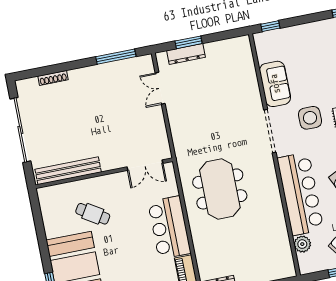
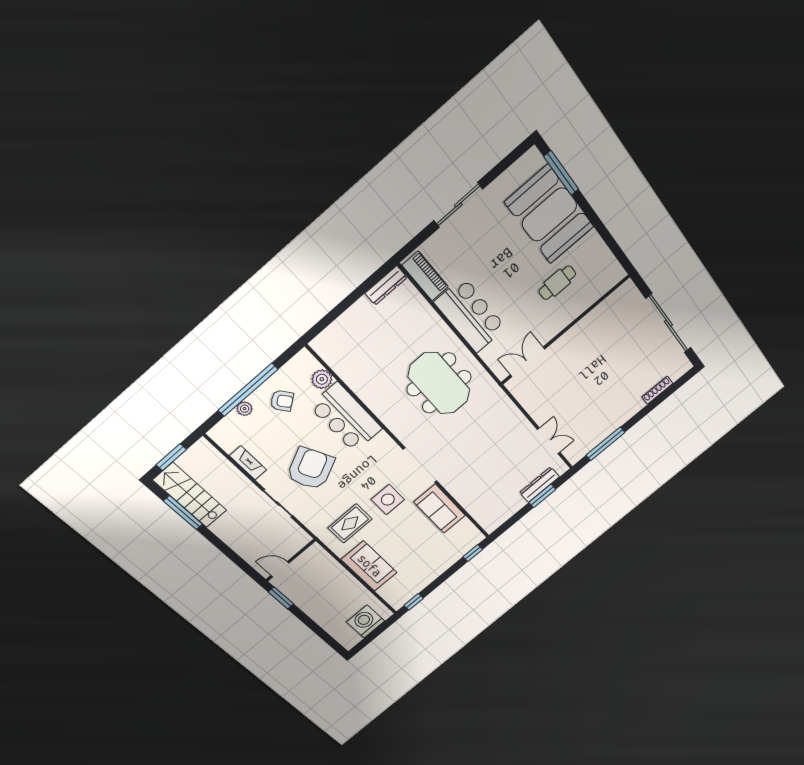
bench: (68, 171) -> (603, 311), removed
bar counter: (300, 194) -> (346, 417), width x0.73
cafe table: (93, 214) -> (557, 283), turned -32

